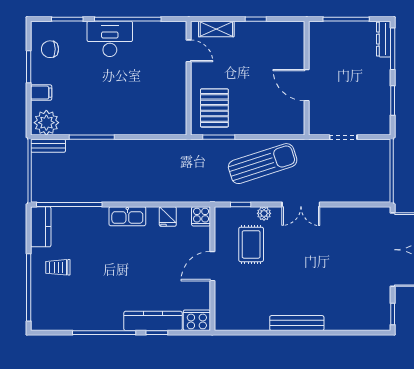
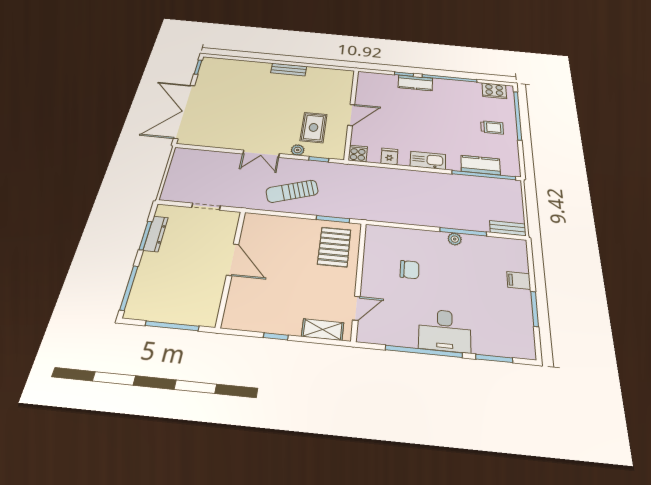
dresser: (384, 39) -> (156, 234), moved
chair: (50, 49) -> (410, 270), moved
door: (189, 51) -> (356, 308), swing flipped
plant: (46, 123) -> (455, 239), moved, width x0.53, depth x0.53
sun lounger: (263, 164) -> (292, 191), width x0.73, depth x0.75
double door: (301, 204) -> (261, 154), swing flipped
kitchen counter: (41, 227) -> (481, 165), moved, turned 90
cooker: (197, 320) -> (494, 91), moved
kitchen counter: (153, 321) -> (415, 83), width x0.67
bench: (297, 323) -> (289, 70), width x0.73

